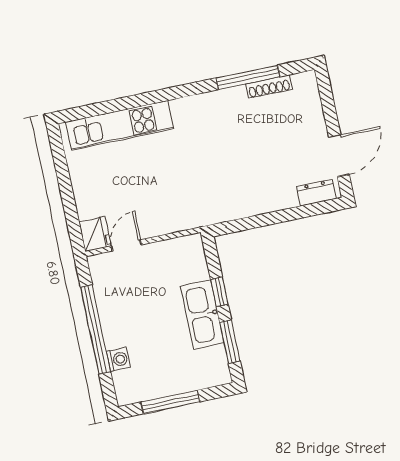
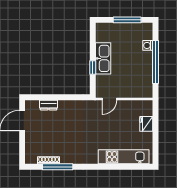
dresser: (316, 193) -> (49, 105), moved
fridge: (95, 234) -> (146, 124), moved
door: (126, 245) -> (109, 99), moved
window: (230, 342) -> (93, 43), removed

